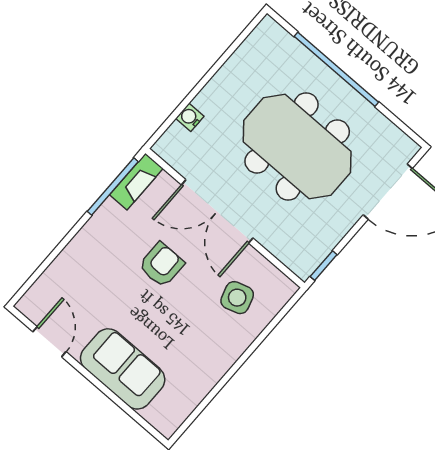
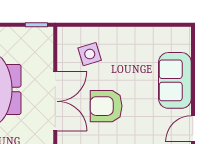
armchair: (161, 265) -> (106, 106), width x1.38, depth x1.38

